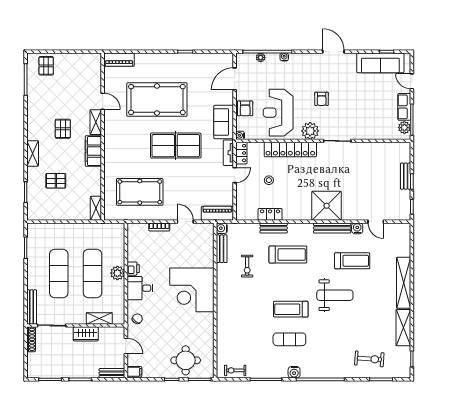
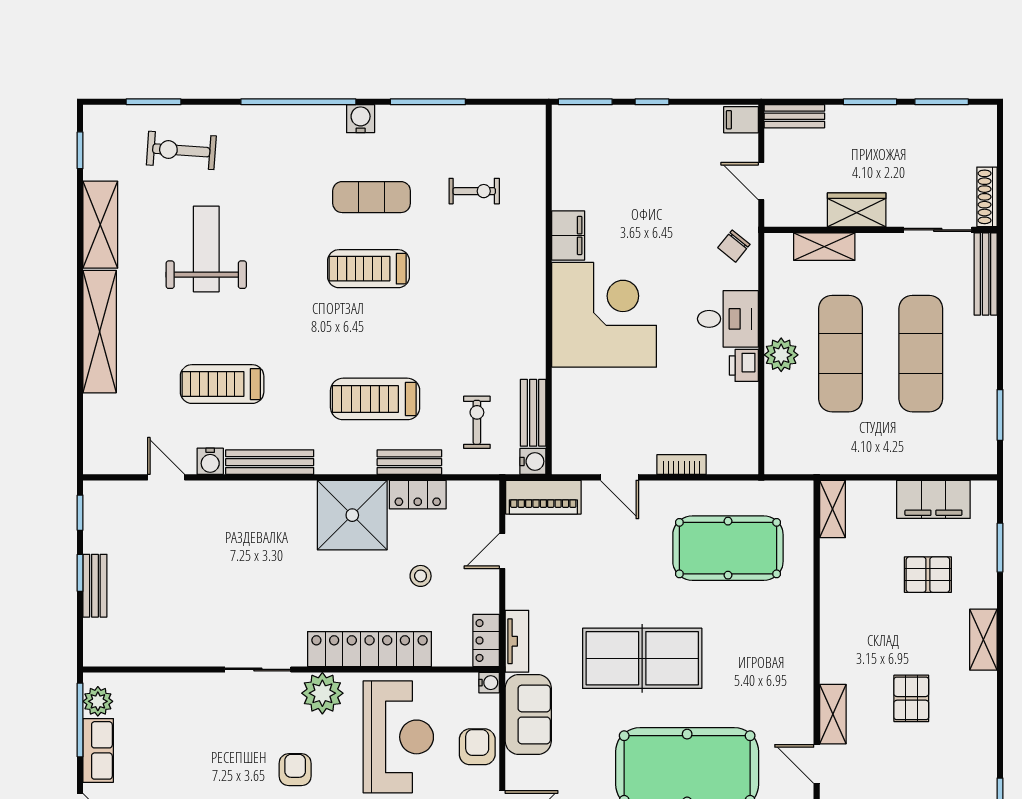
filing cabinet: (93, 151) -> (933, 499), moved, turned 90
door: (235, 175) -> (502, 551), moved
shower: (327, 206) -> (352, 515), moved
exercise bike: (247, 266) -> (477, 422), moved
weight bench: (335, 295) -> (206, 249), moved, turned 90
treadmill: (291, 309) -> (369, 269), turned 180
filing cabinet: (207, 323) -> (568, 235), added
round table: (186, 360) -> (619, 147), removed
exercise bike: (235, 370) -> (474, 191), moved

